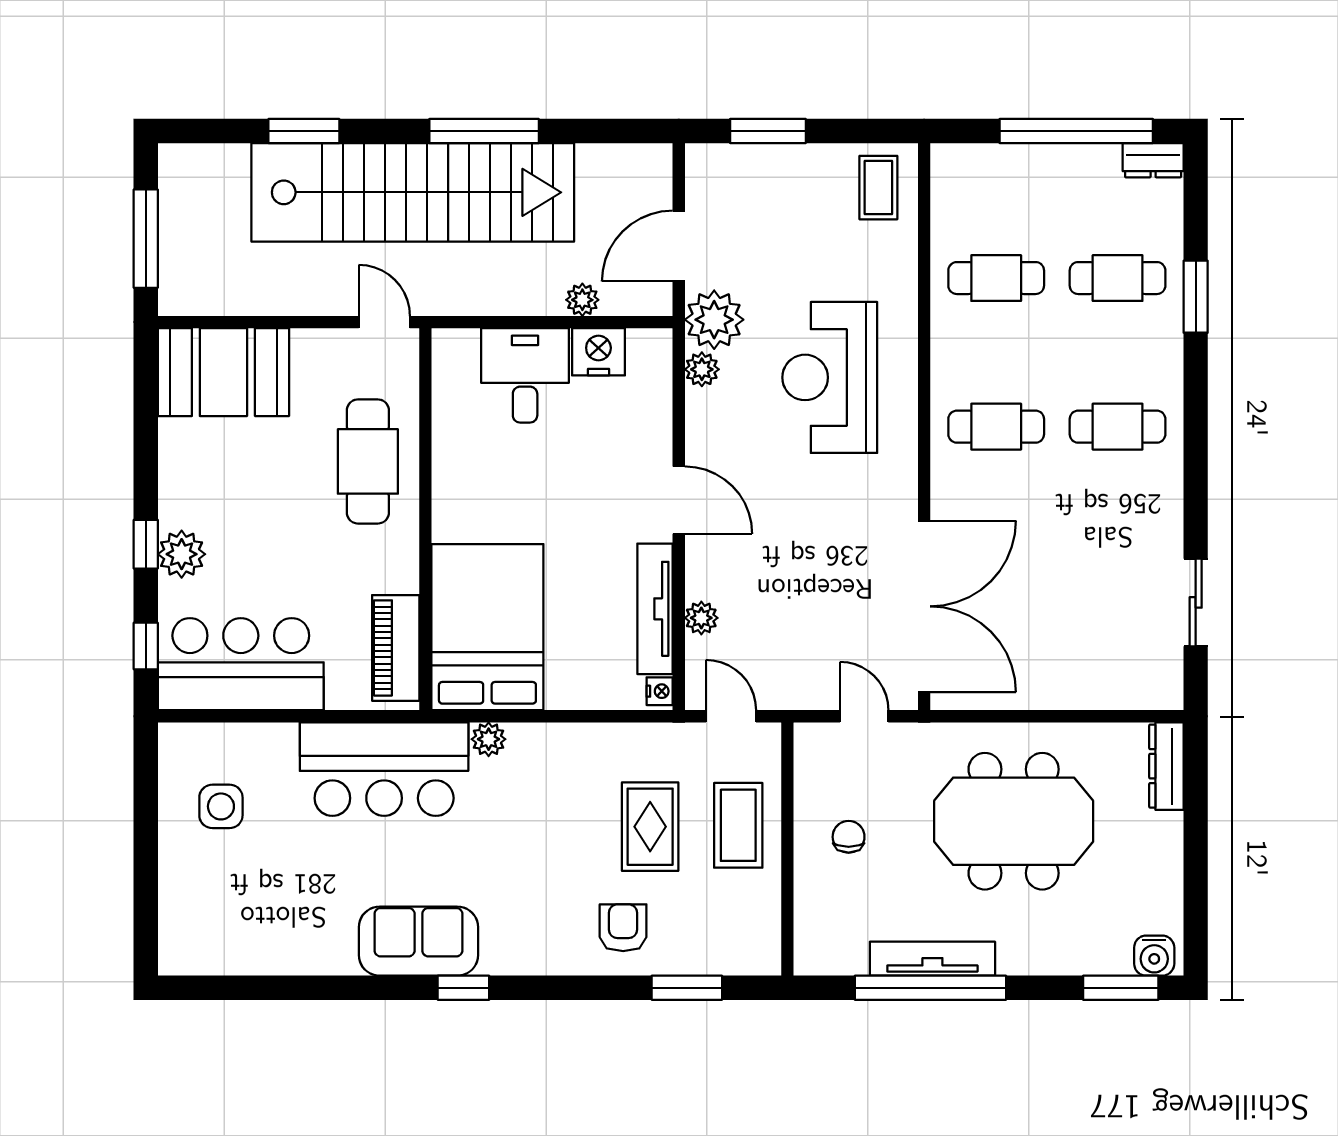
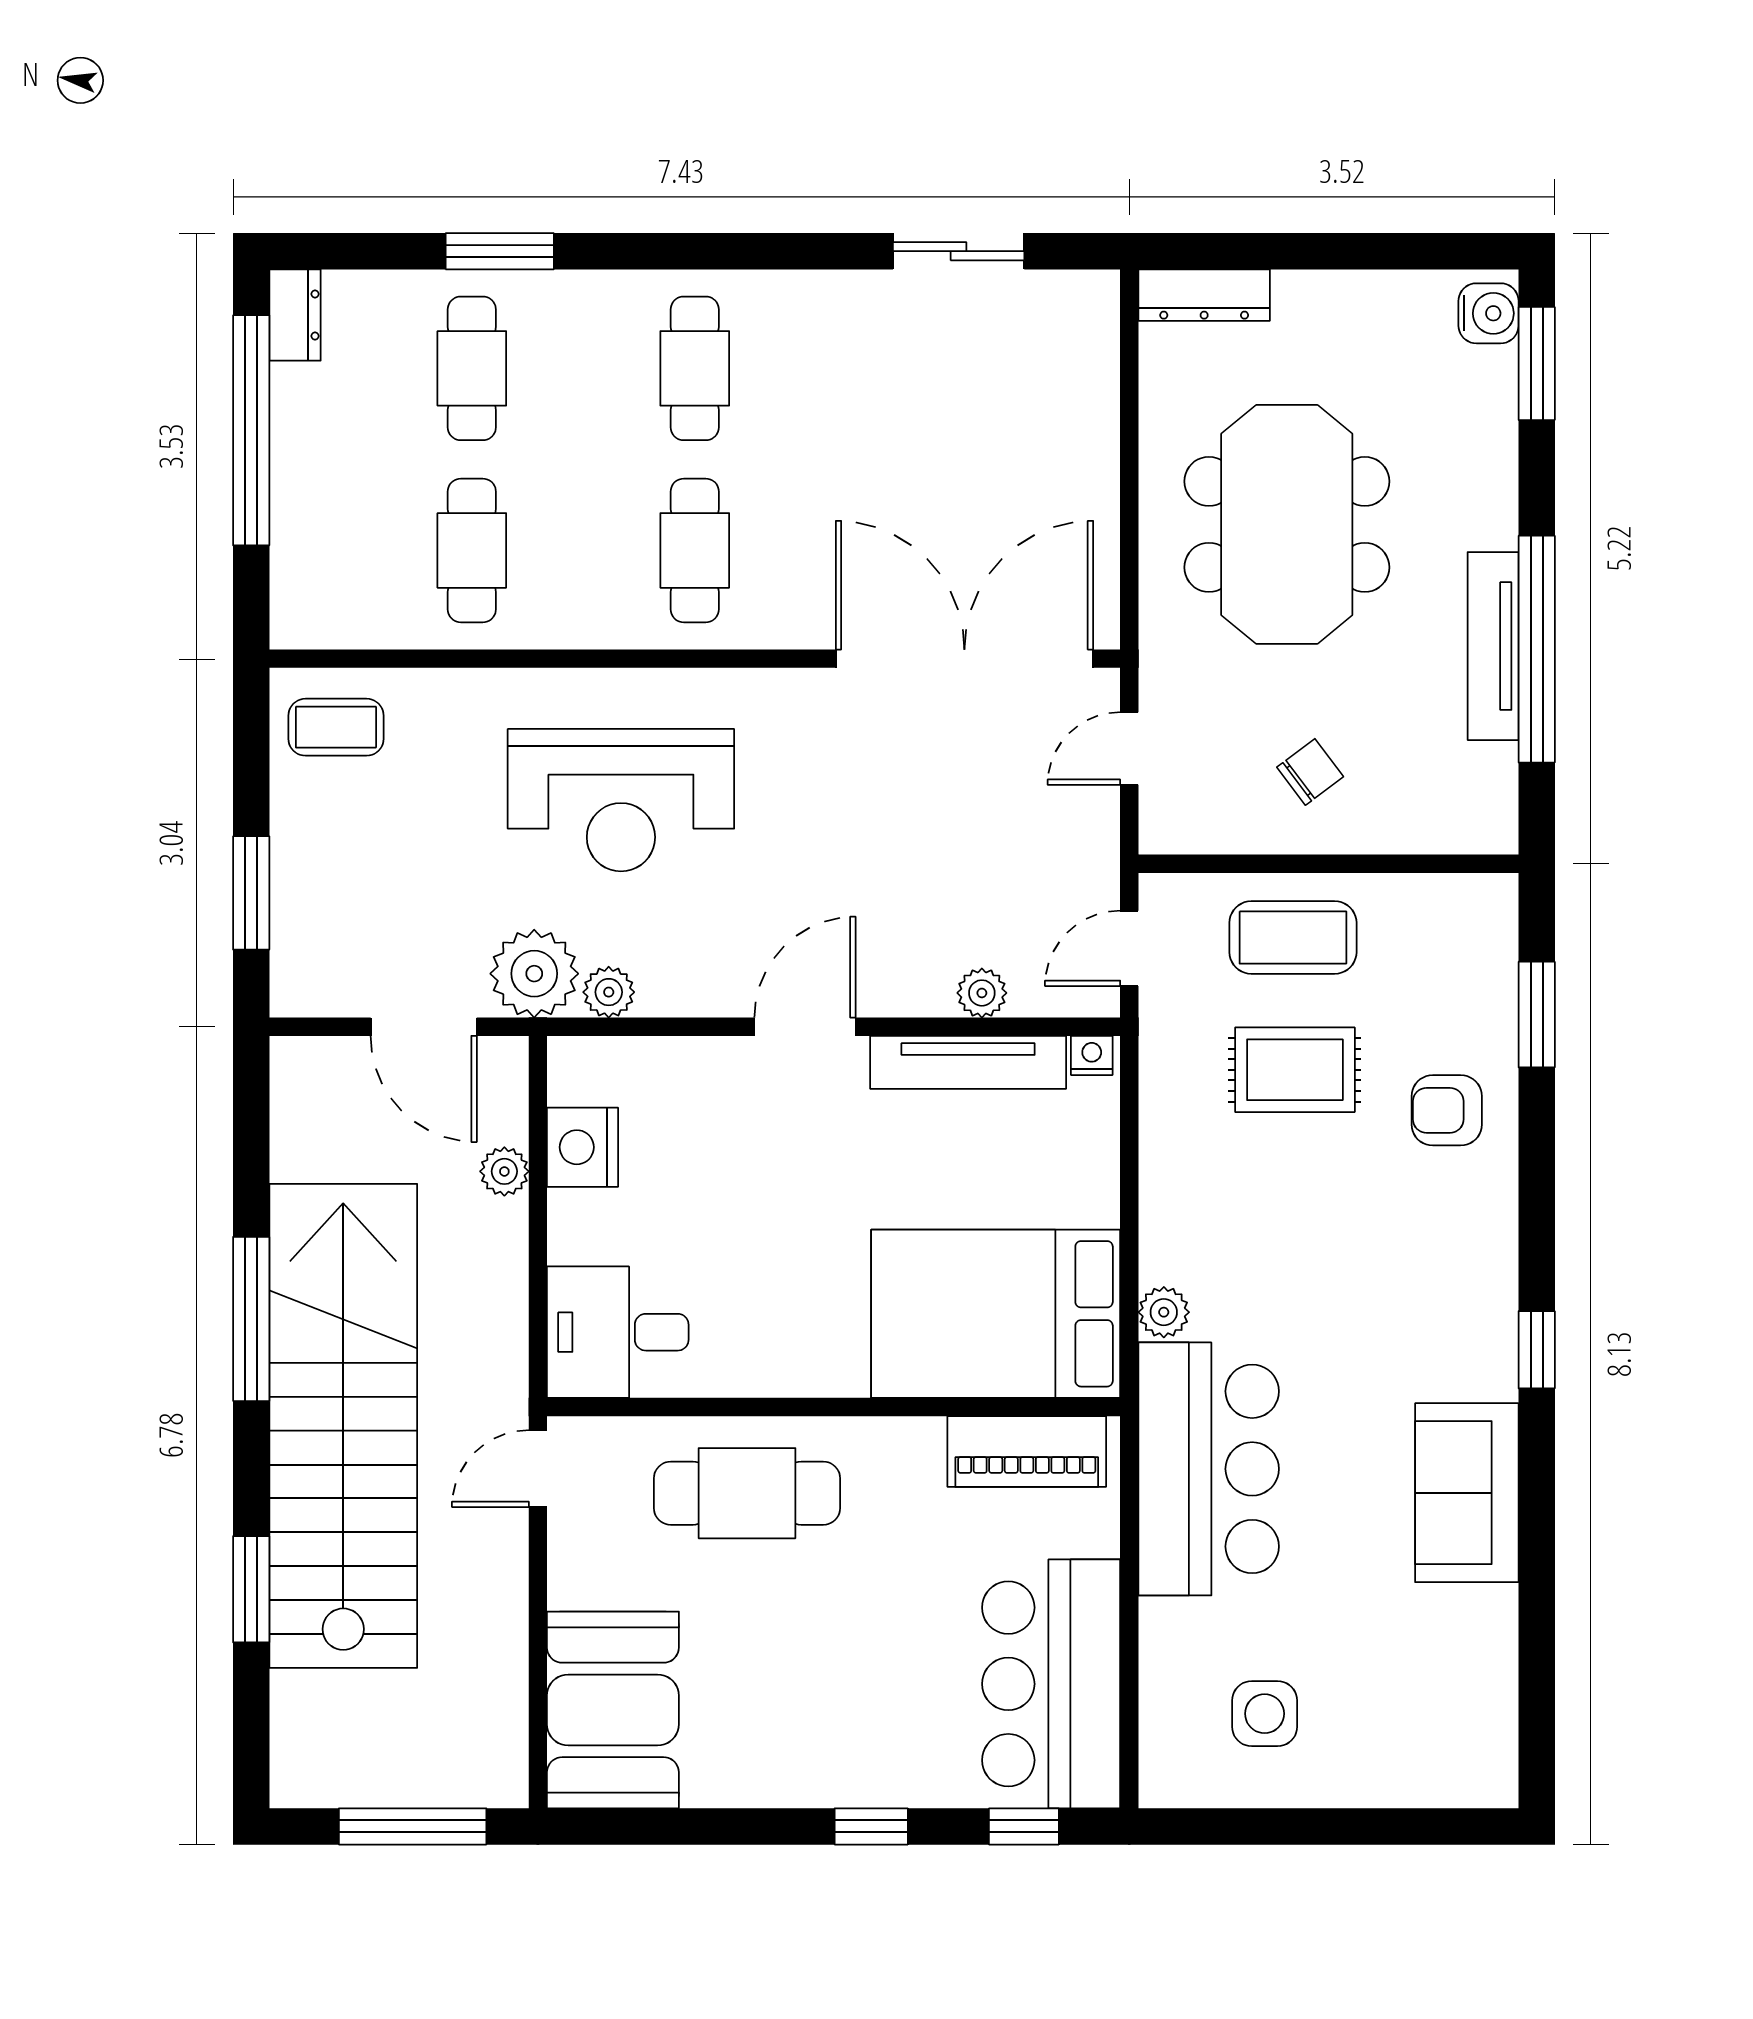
desk: (525, 375) -> (618, 1332), moved
plant: (182, 554) -> (886, 1773), removed
chair: (849, 837) -> (1310, 772), turned 143
sofa: (418, 941) -> (1467, 1493), moved

